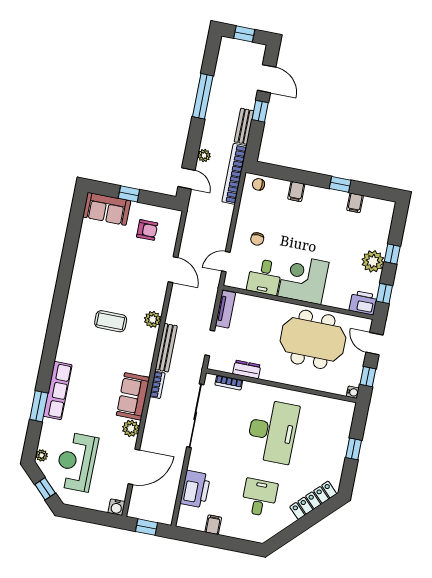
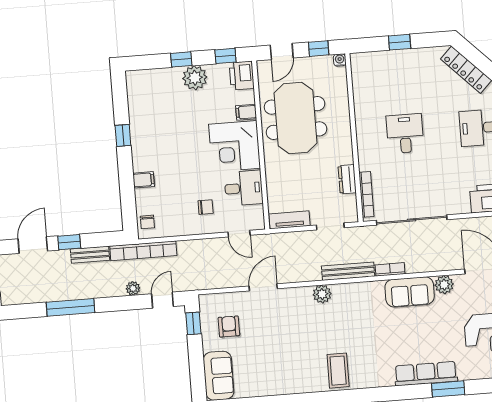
window: (129, 194) -> (193, 323), moved
filing cabinet: (355, 203) -> (246, 112), moved, turned 180
coffee table: (111, 321) -> (338, 371), moved
bookcase: (229, 383) -> (366, 194), width x1.56
desk: (272, 431) -> (405, 134), width x0.53, depth x0.77

